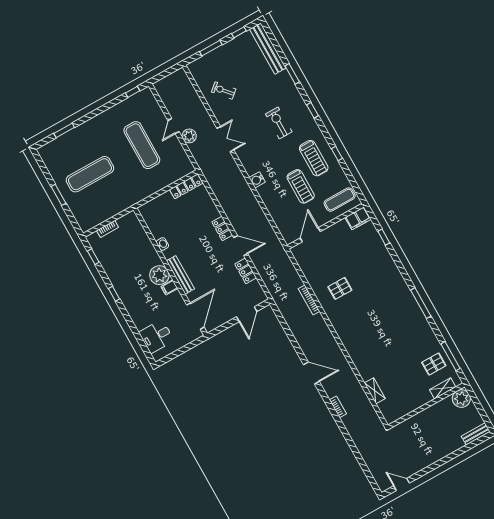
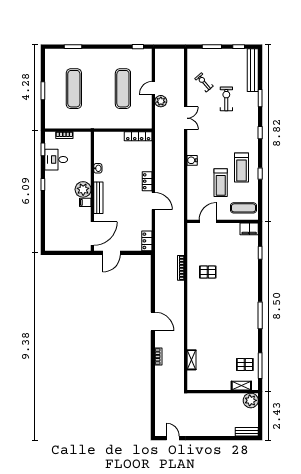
exercise bike: (279, 123) -> (226, 99), moved
exercise mat: (90, 174) -> (74, 89), turned 90
locker: (246, 271) -> (147, 241), moved
door: (247, 314) -> (111, 253), moved
desk: (156, 336) -> (56, 160), moved

